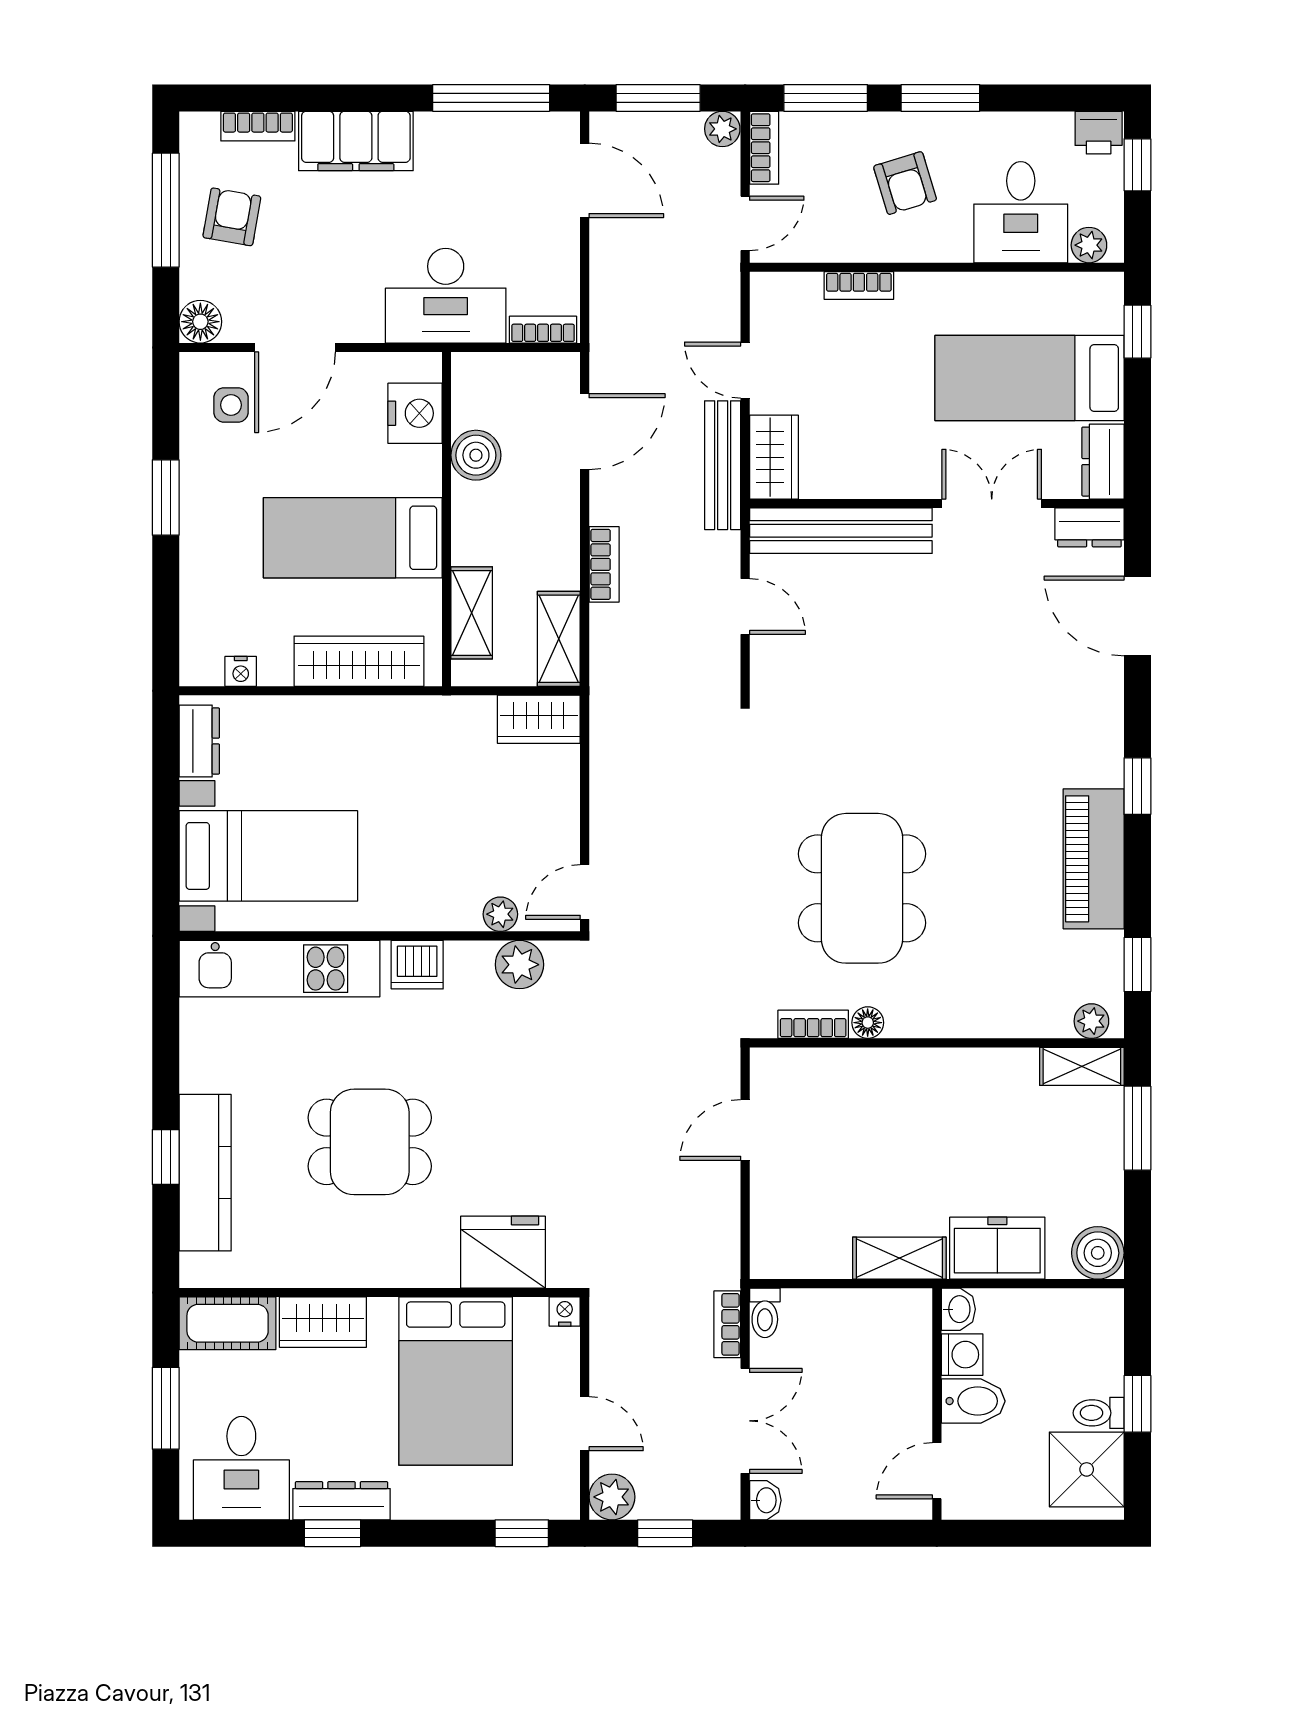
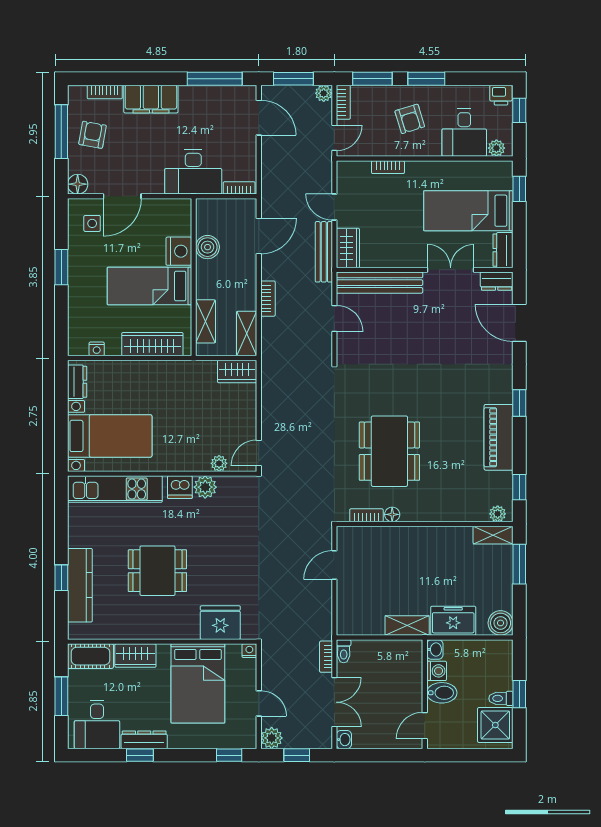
nightstand: (415, 413) -> (179, 251), moved
plant: (519, 965) -> (205, 487), moved

